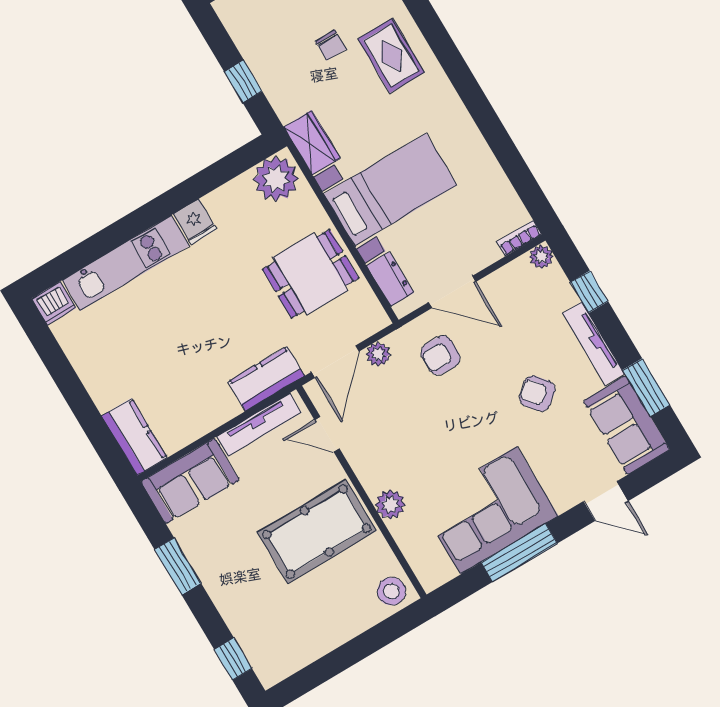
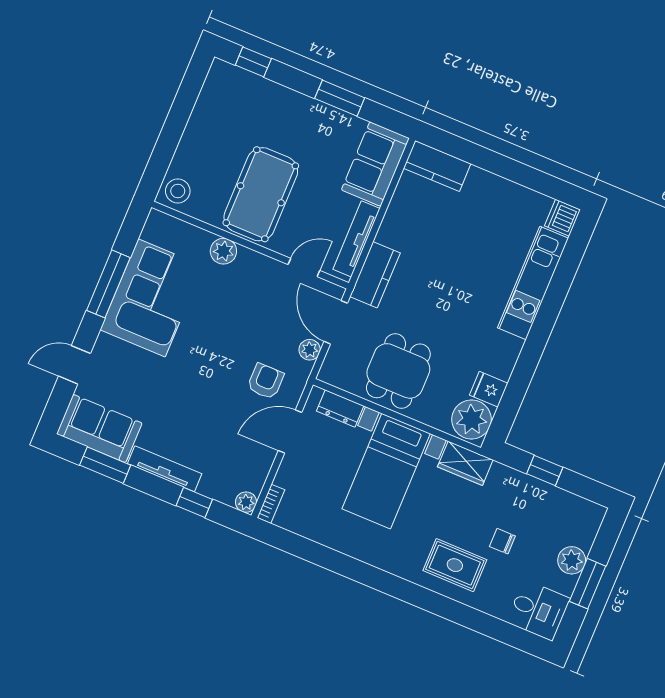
fridge: (195, 222) -> (489, 389), moved
armchair: (537, 394) -> (178, 404), removed

